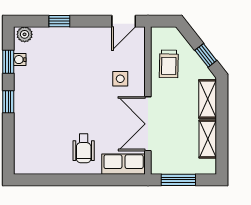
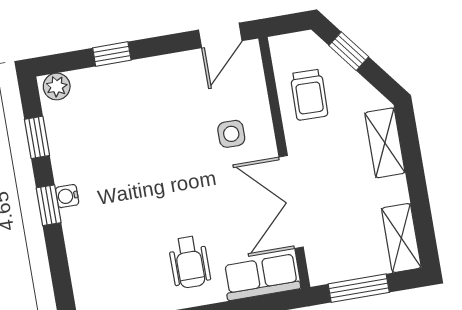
window: (206, 55) -> (349, 51), moved
water cooler: (20, 60) -> (67, 196), moved
shelving: (208, 139) -> (401, 238), moved

